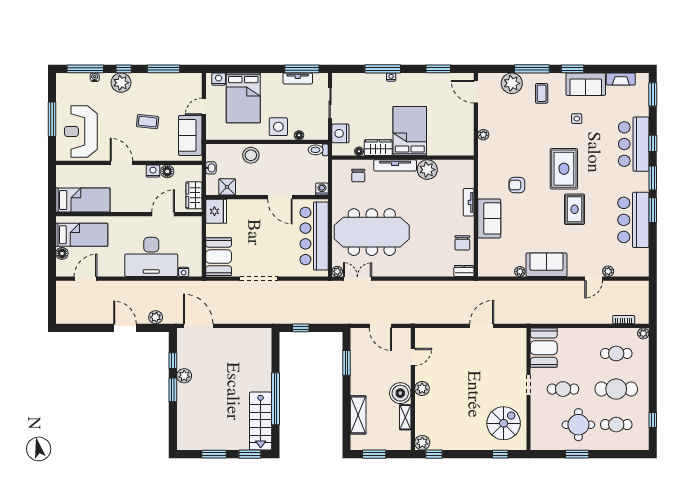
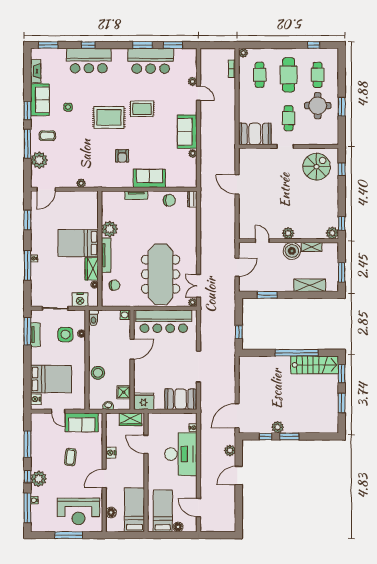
side table: (278, 127) -> (65, 334), moved
floor lamp: (167, 171) -> (111, 512), moved
window: (653, 178) -> (173, 45), moved
spiral stairs: (504, 423) -> (316, 167), turned 90

